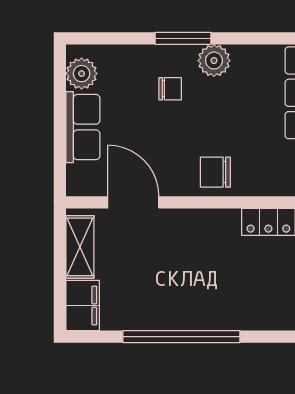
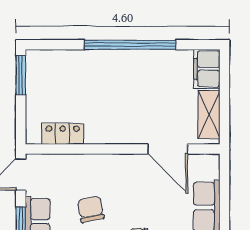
chair: (215, 172) -> (91, 209), moved, turned -101

